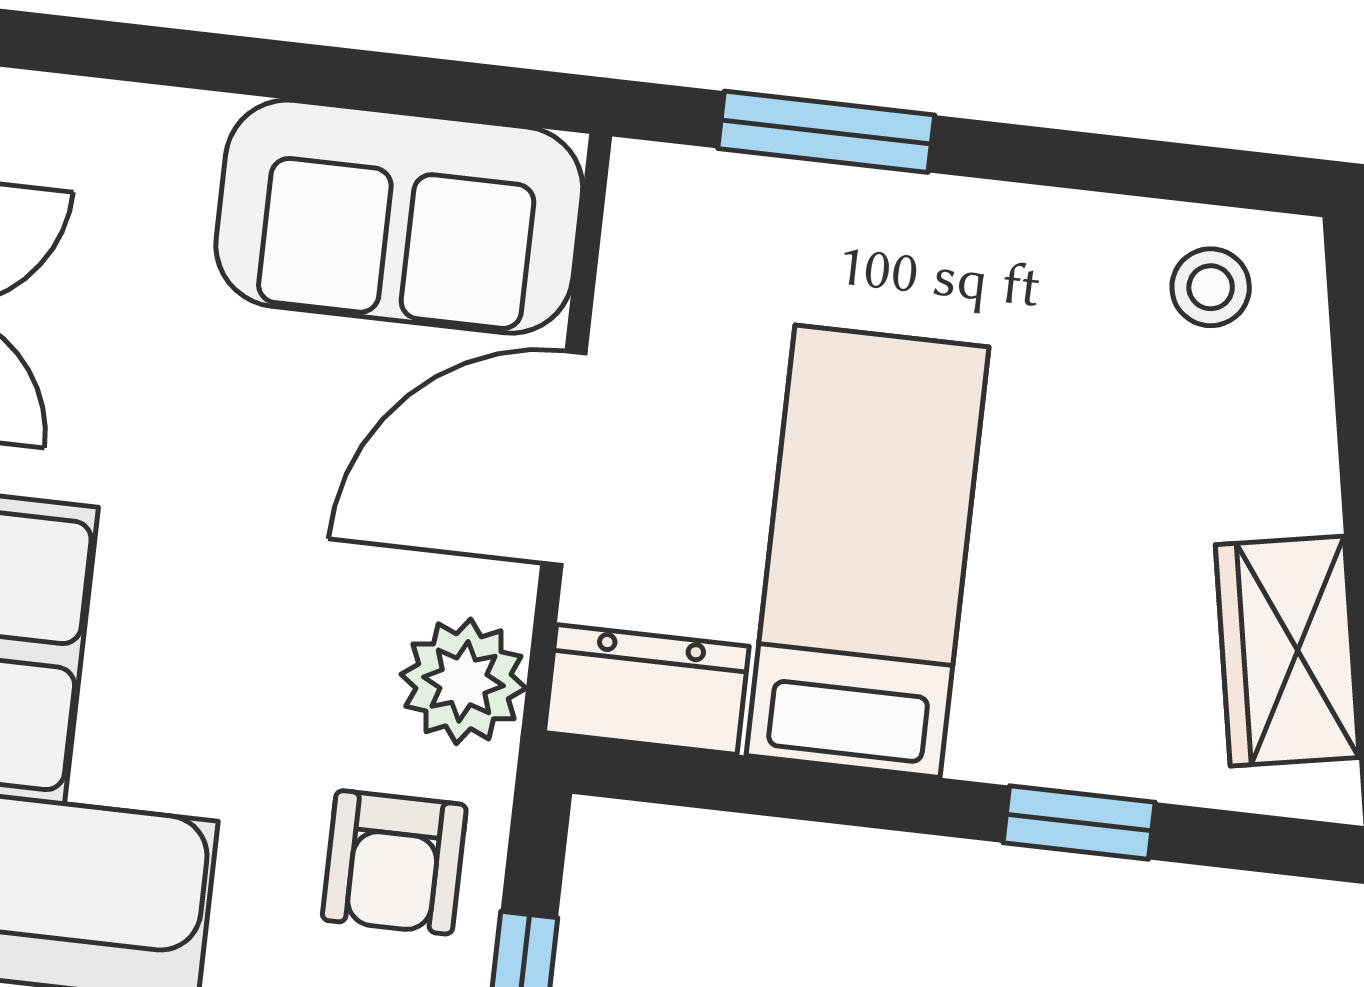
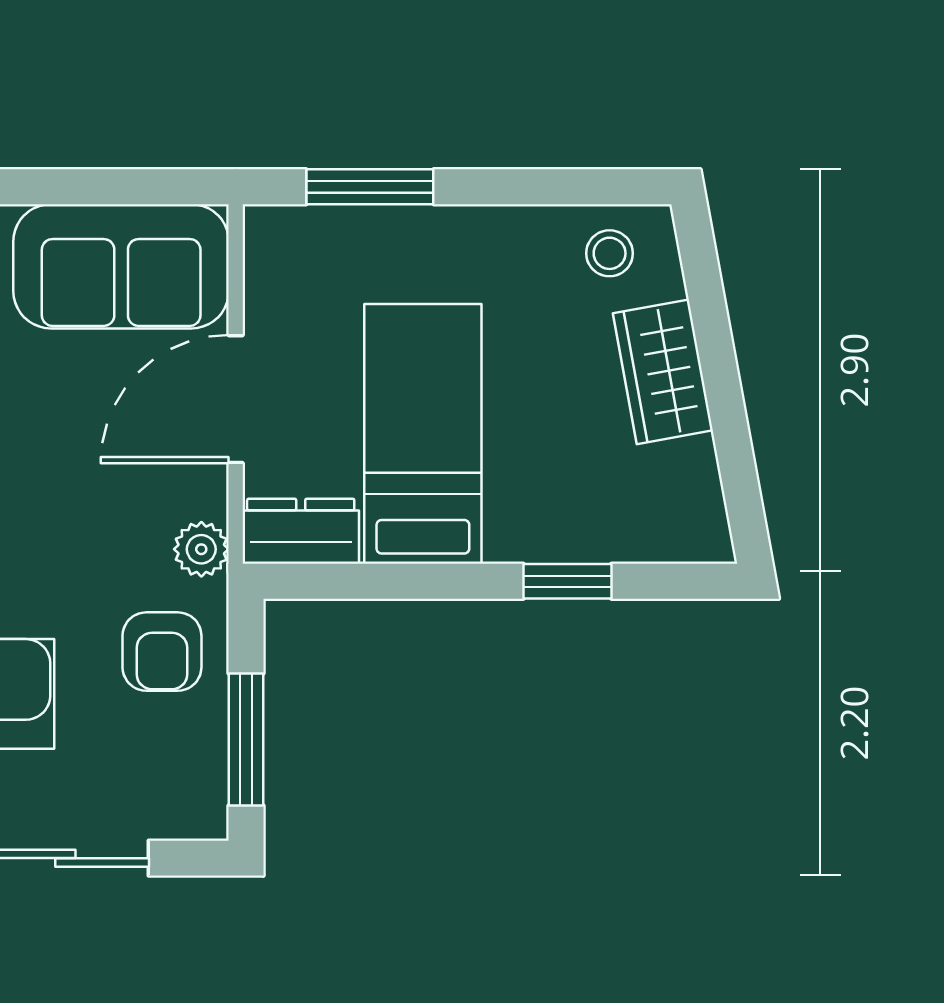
wardrobe: (1287, 651) -> (663, 372), moved
plant: (463, 681) -> (201, 549), width x0.73, depth x0.73

